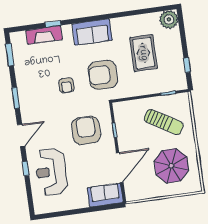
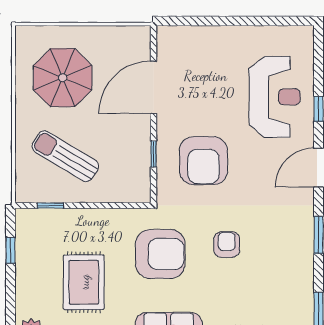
sofa: (105, 195) -> (186, 43), removed

